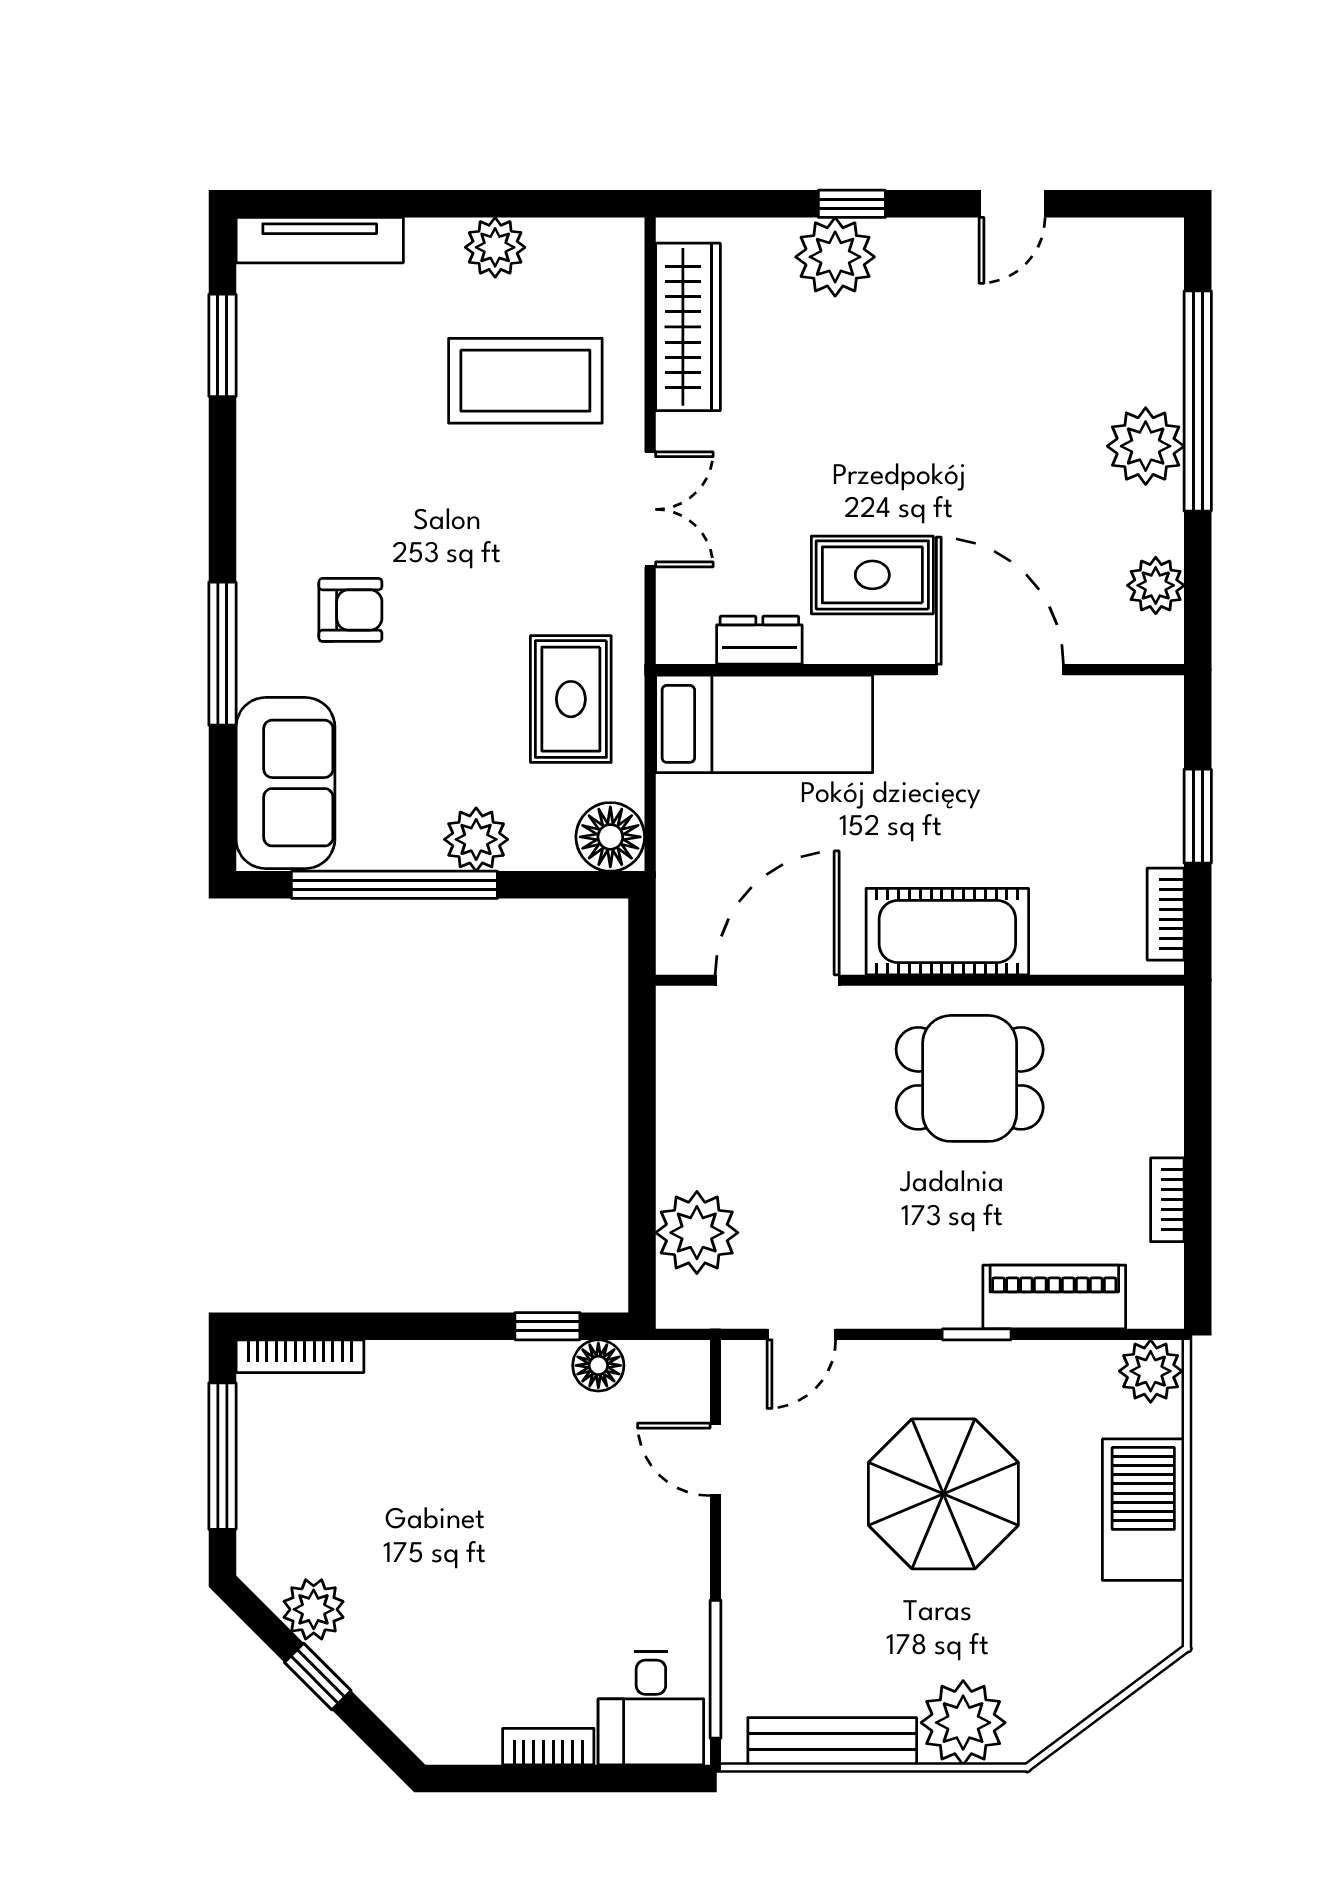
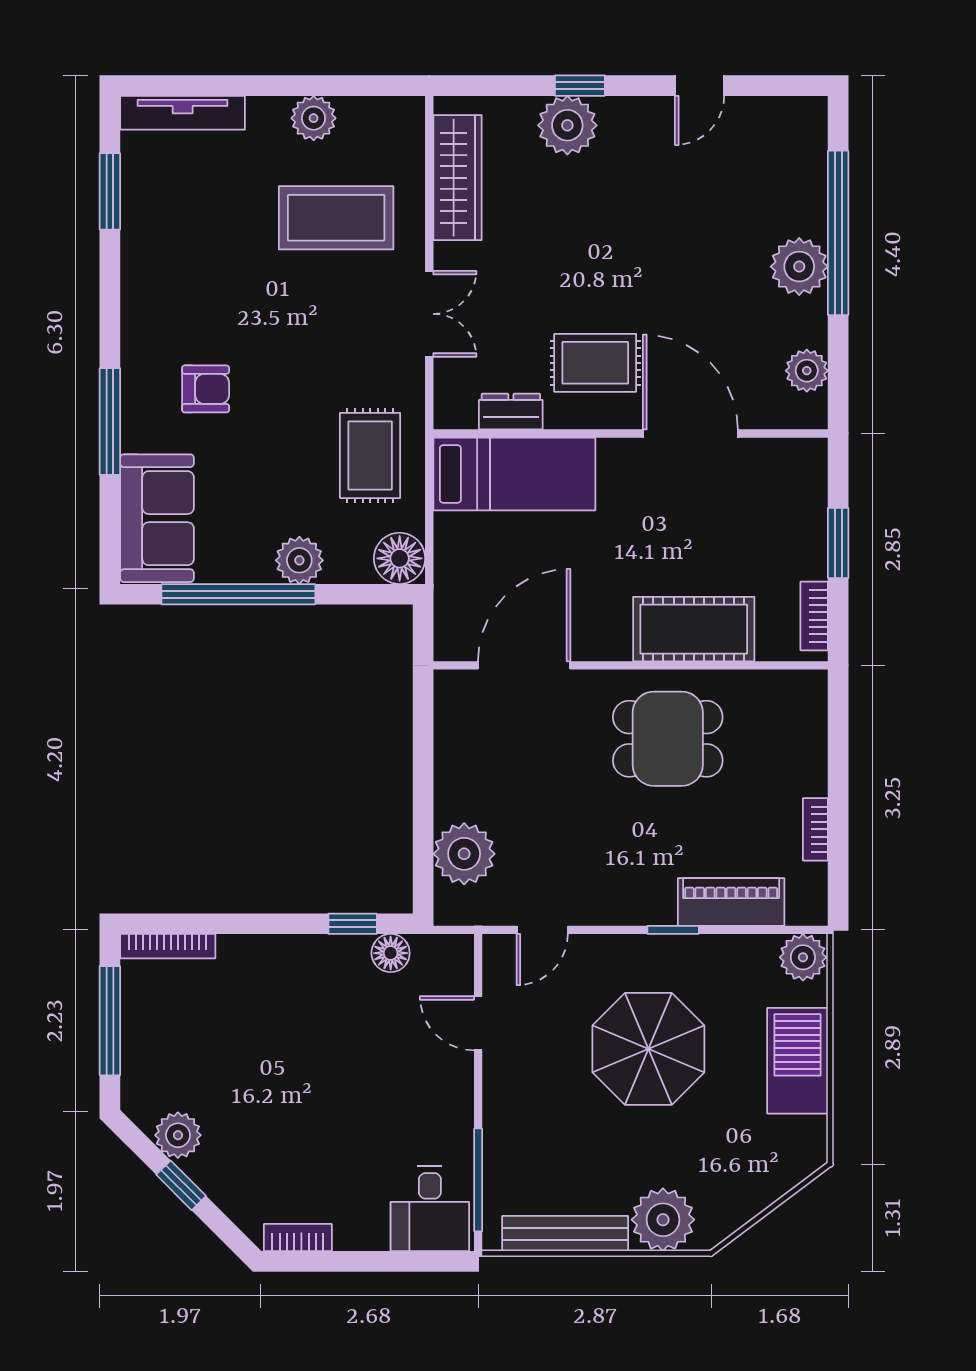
cot: (947, 932) -> (694, 629), moved
bookcase: (548, 1747) -> (298, 1238), moved

